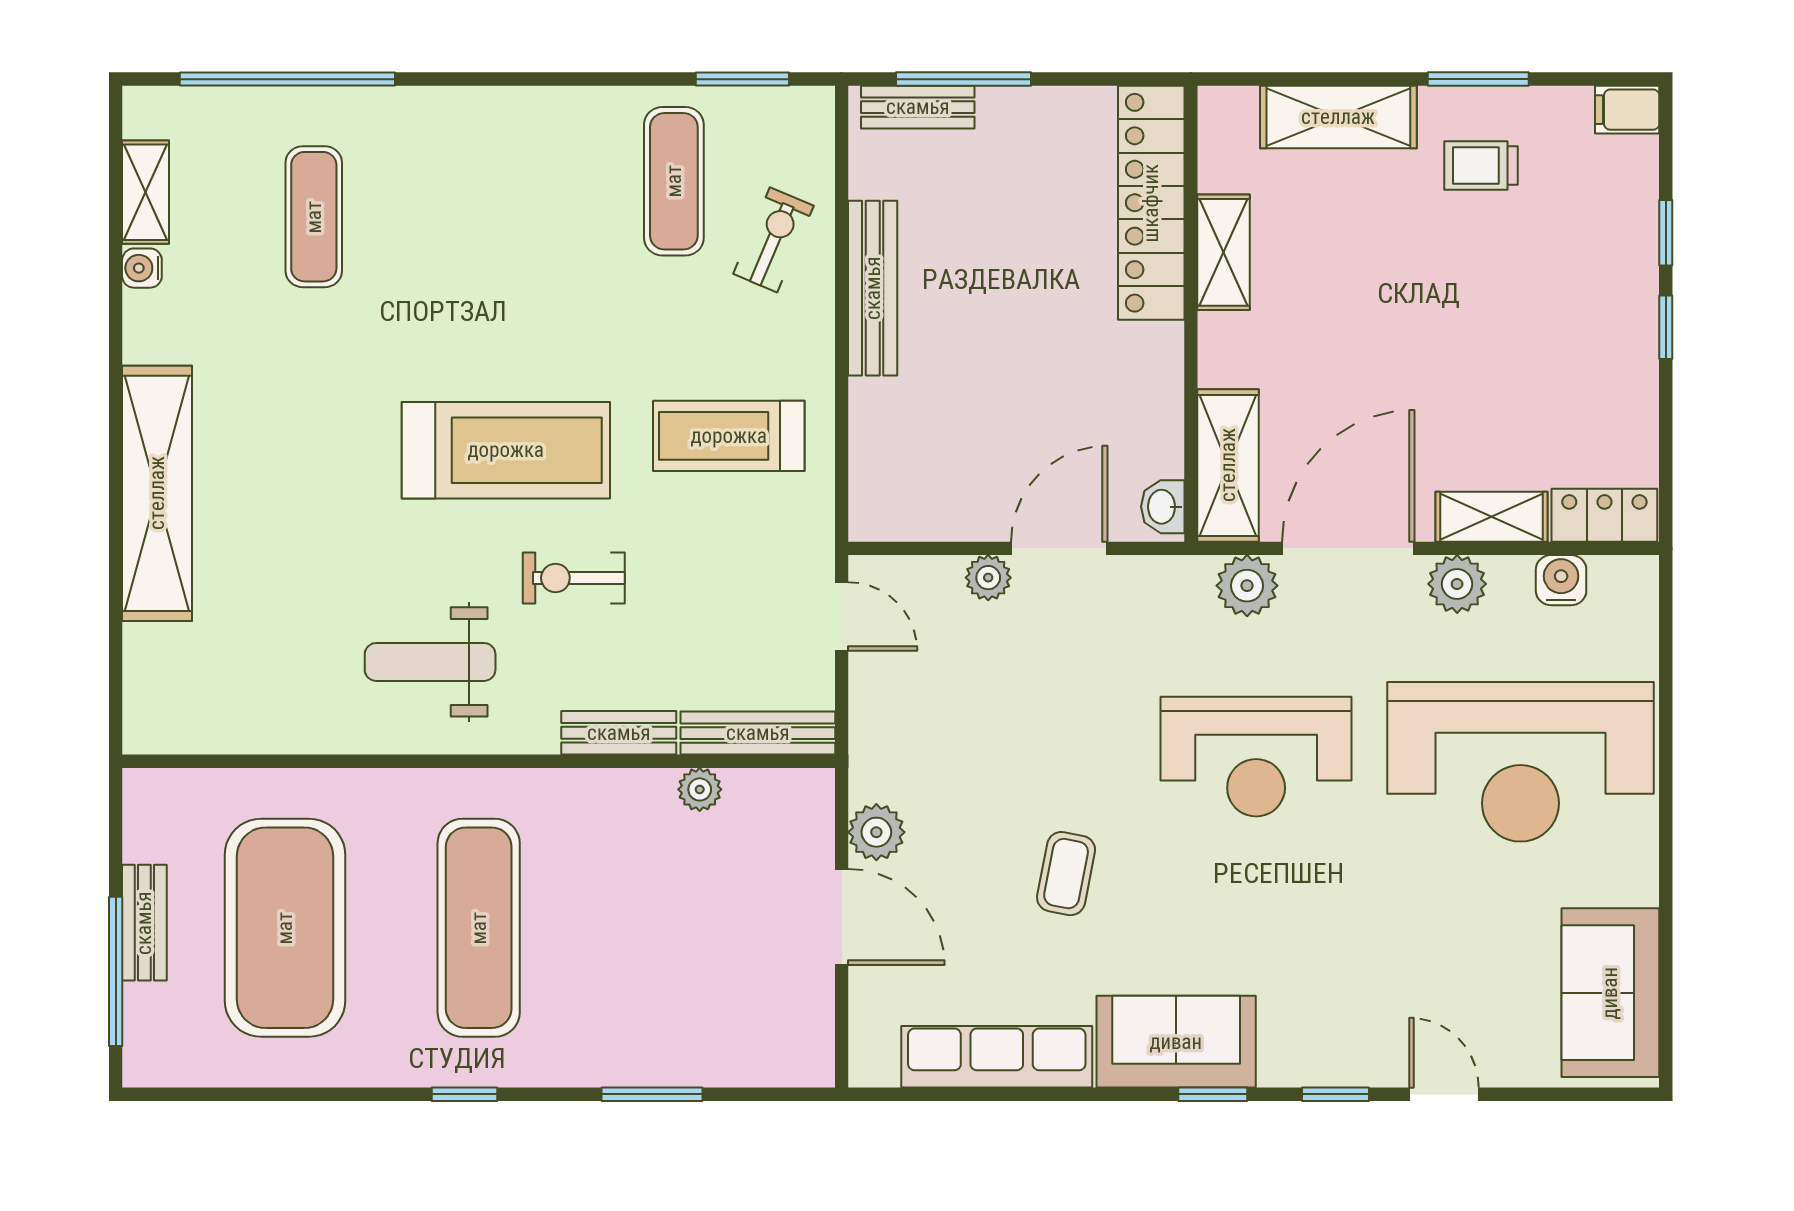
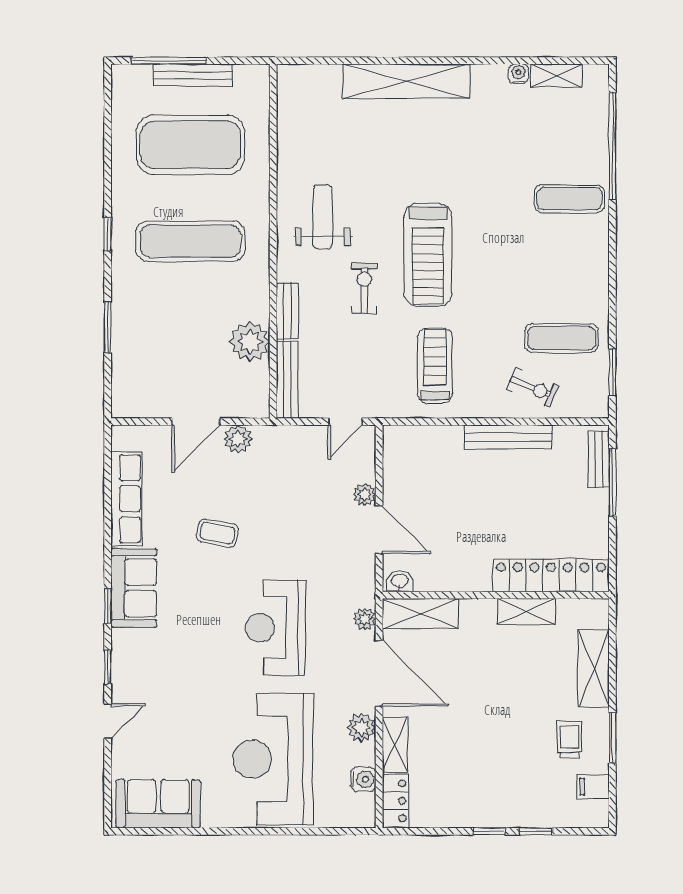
filing cabinet: (1627, 110) -> (593, 787), moved, turned -90
exercise mat: (314, 217) -> (569, 199), moved
plant: (1247, 586) -> (365, 619), width x0.73, depth x0.73
plant: (700, 789) -> (250, 342), width x1.88, depth x1.88
bench: (144, 923) -> (193, 75), width x1.36

